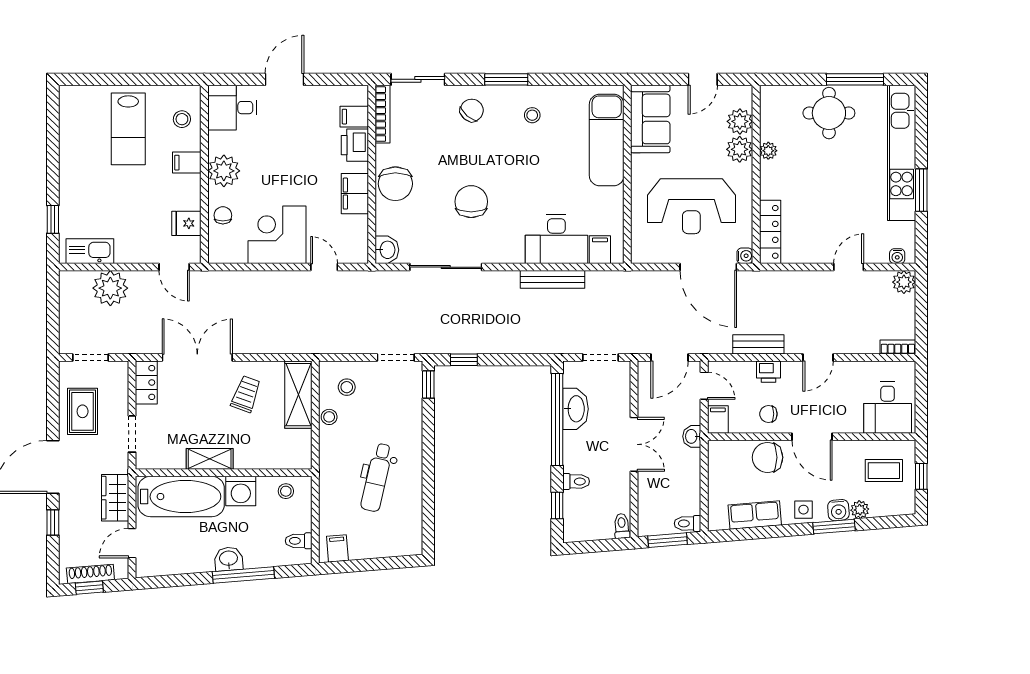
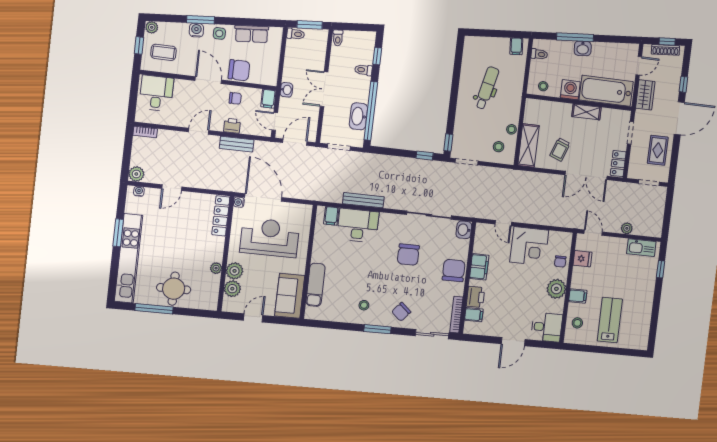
exam couch: (607, 140) -> (316, 285), width x0.73, depth x0.69
plant: (110, 288) -> (627, 228), width x0.53, depth x0.53
plant: (860, 510) -> (152, 27), moved

